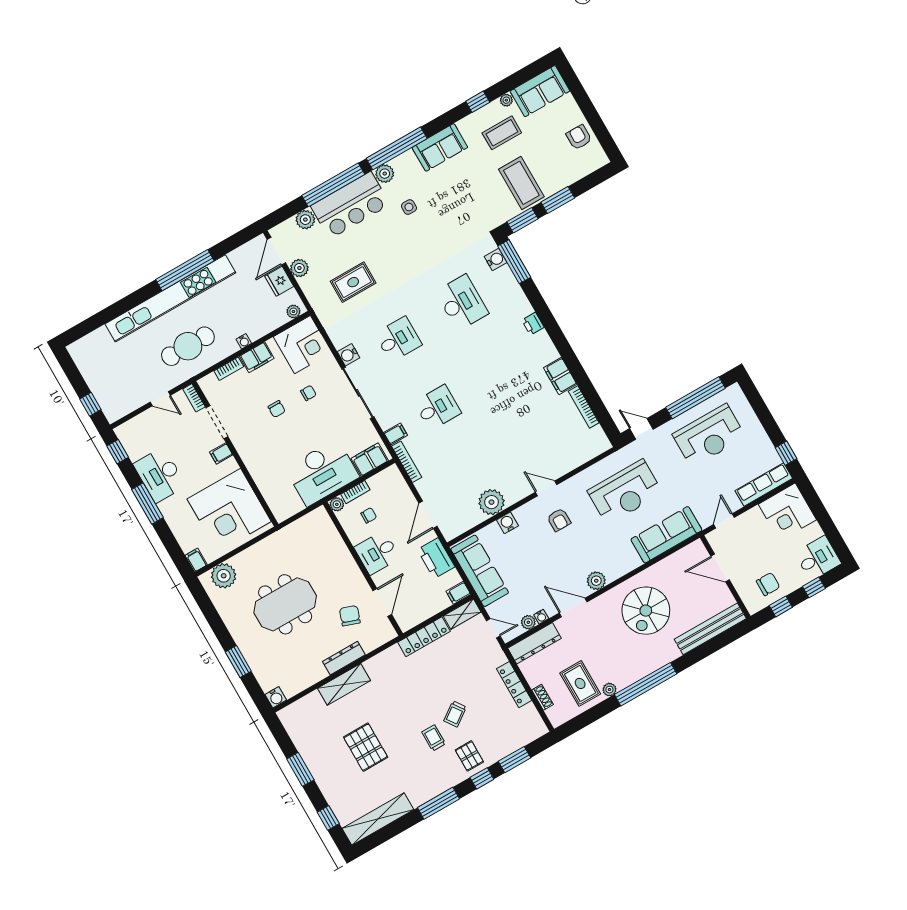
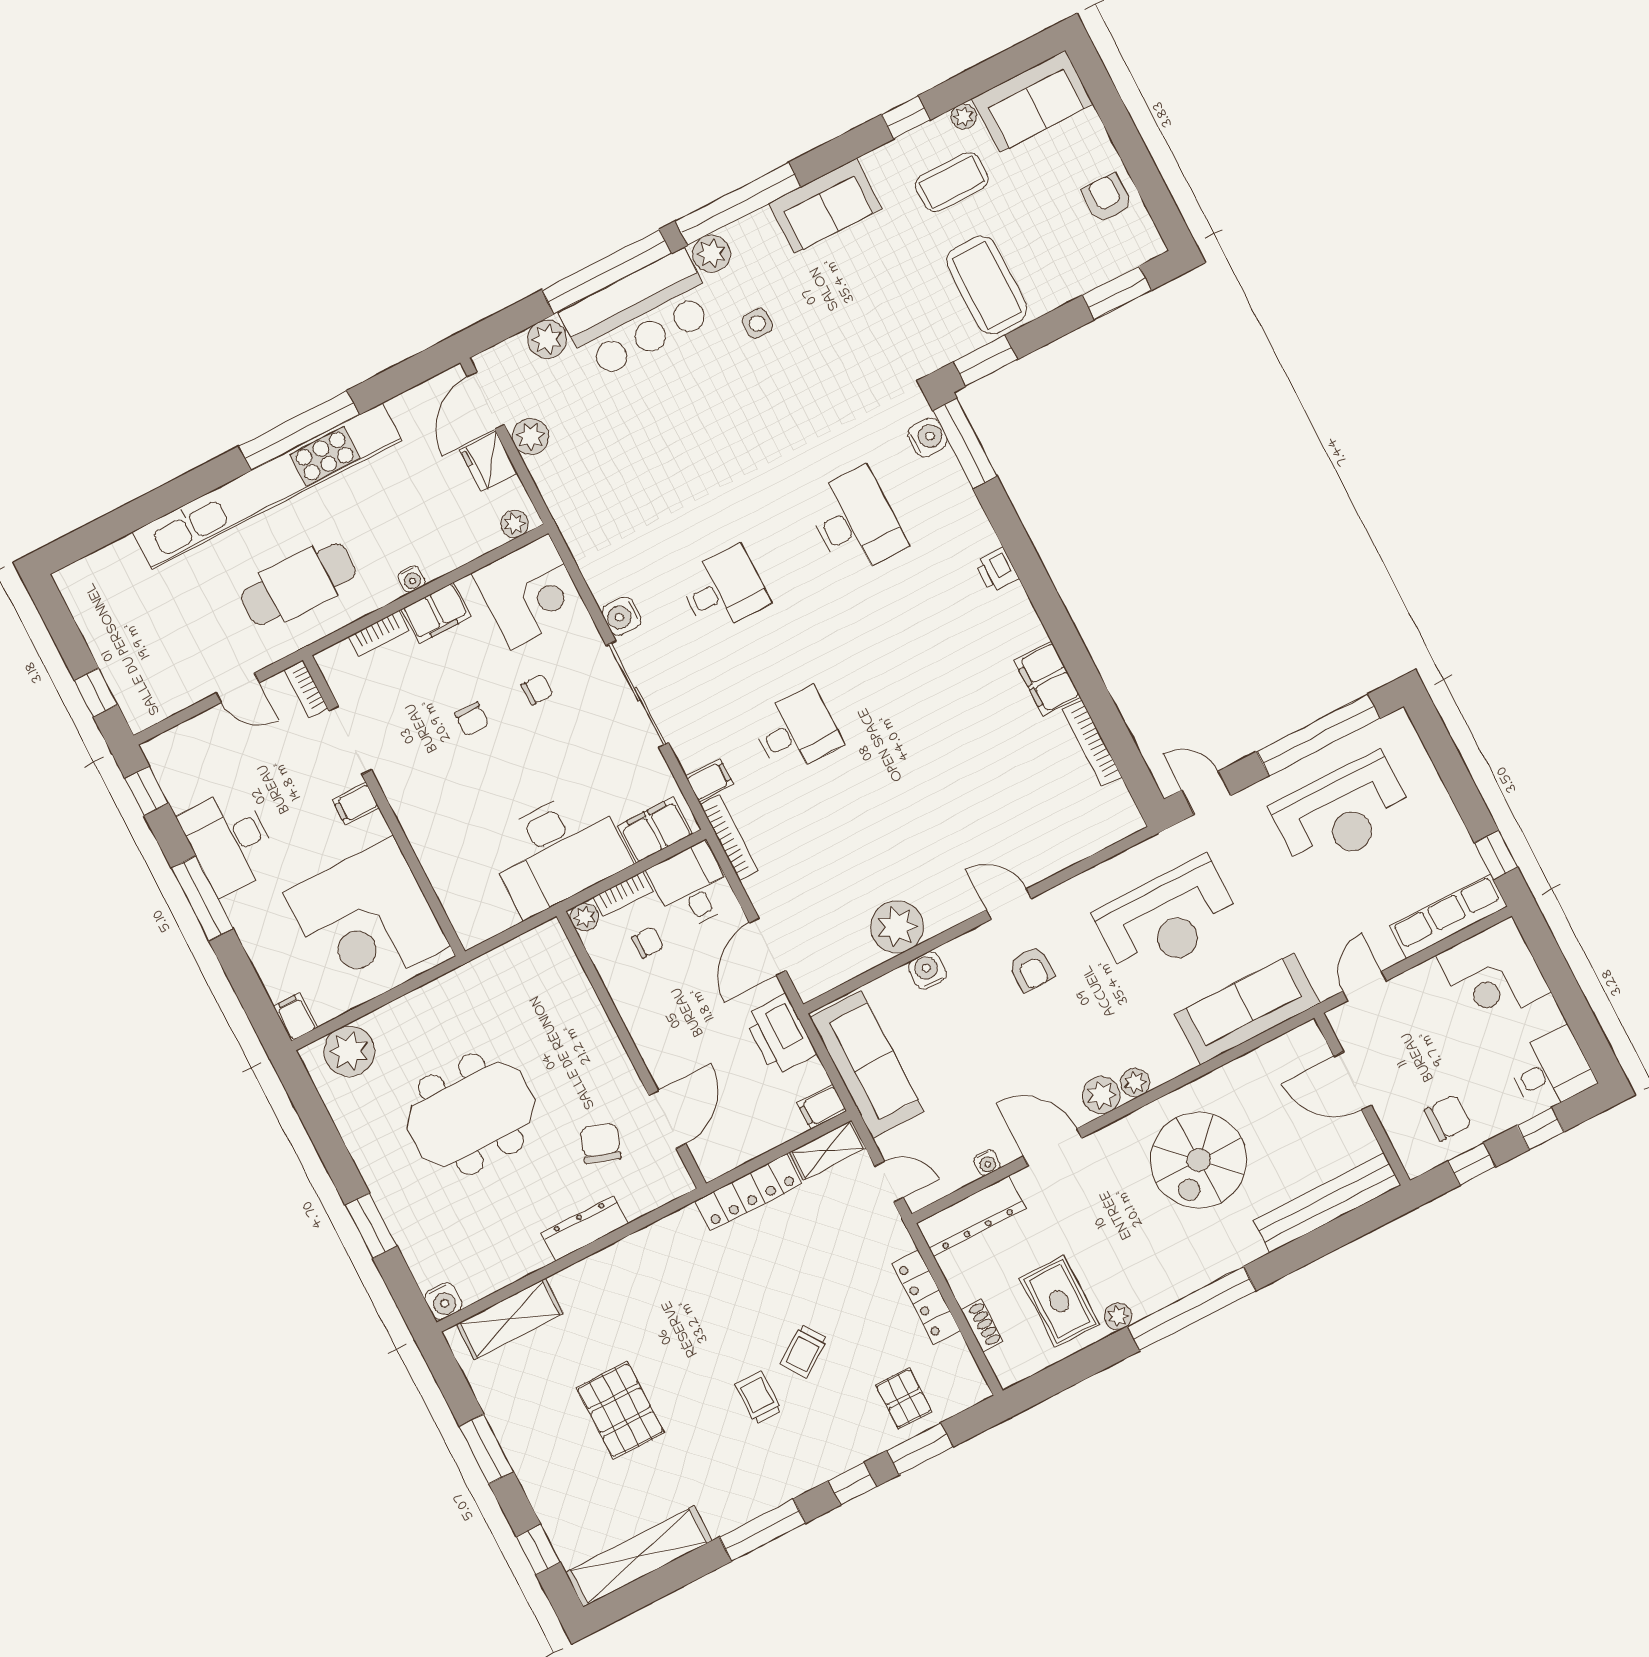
window: (558, 200) -> (1117, 293), moved
rug: (353, 282) -> (638, 470), removed
desk: (377, 553) -> (691, 887), moved, turned 90
plant: (528, 622) -> (1135, 1083), moved
shelving: (344, 684) -> (510, 1319), moved
pallet: (469, 756) -> (904, 1399), moved

